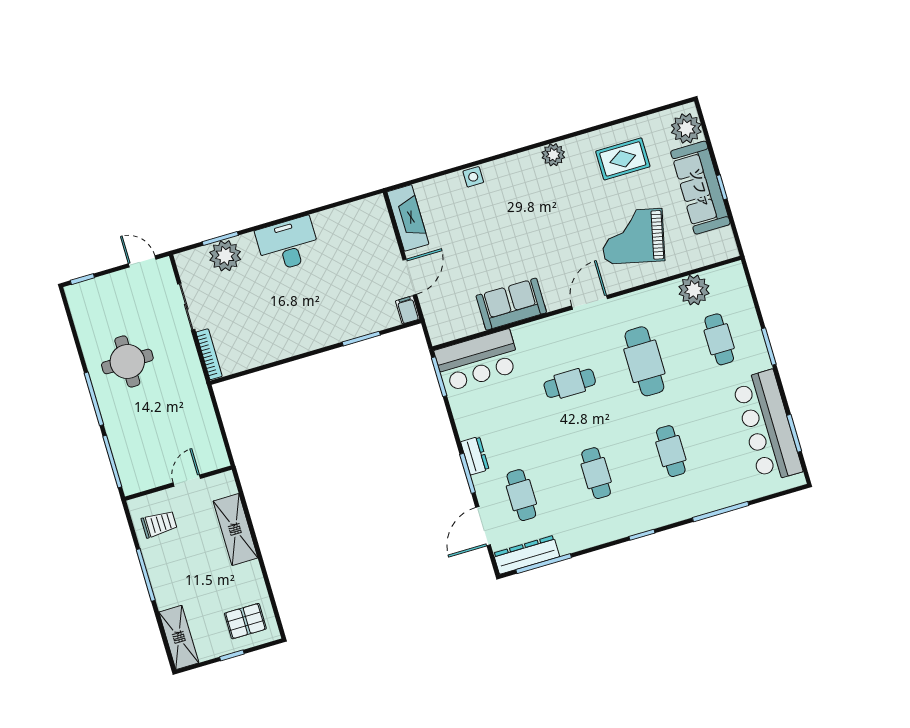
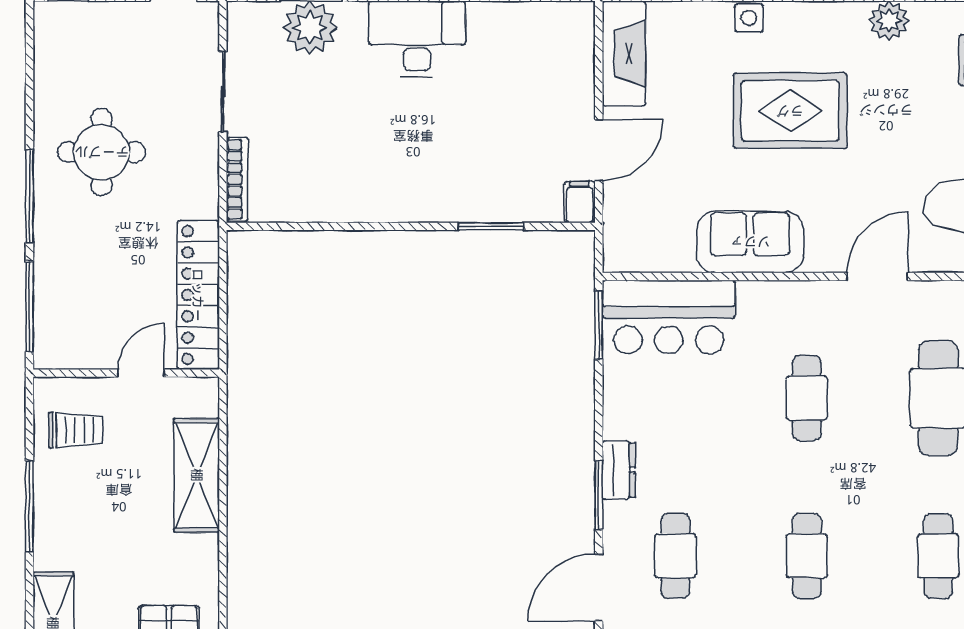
rug: (512, 223) -> (790, 111), added
cafe table: (570, 383) -> (807, 398), turned 90
locker: (206, 427) -> (198, 295), added

